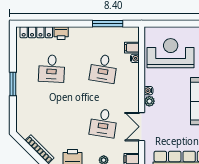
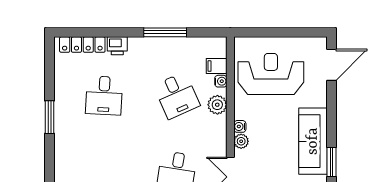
window: (108, 24) -> (165, 32), moved
desk: (103, 69) -> (177, 95), turned -33
plant: (132, 75) -> (217, 105), added

